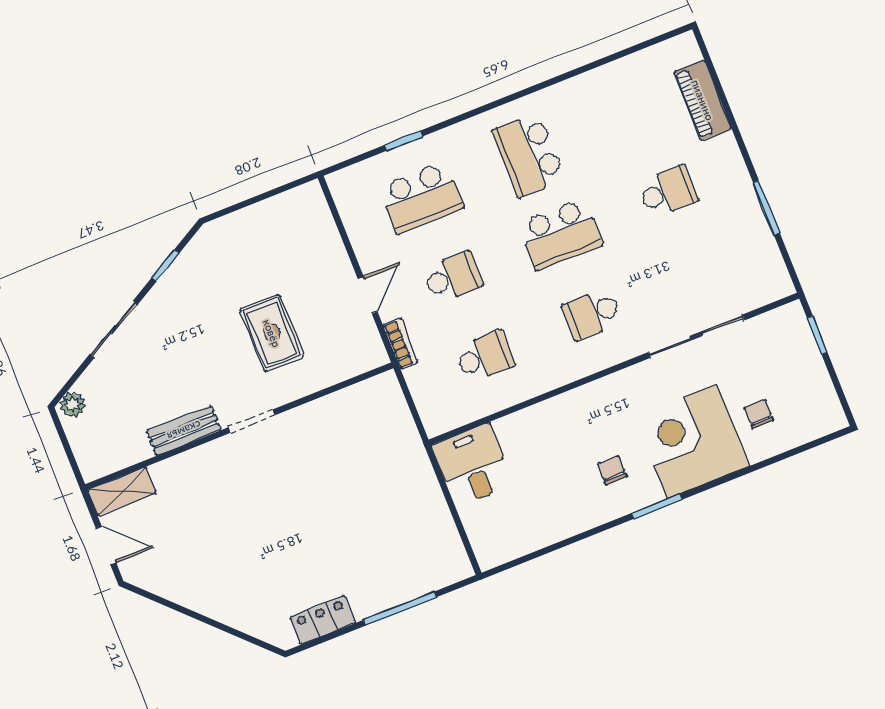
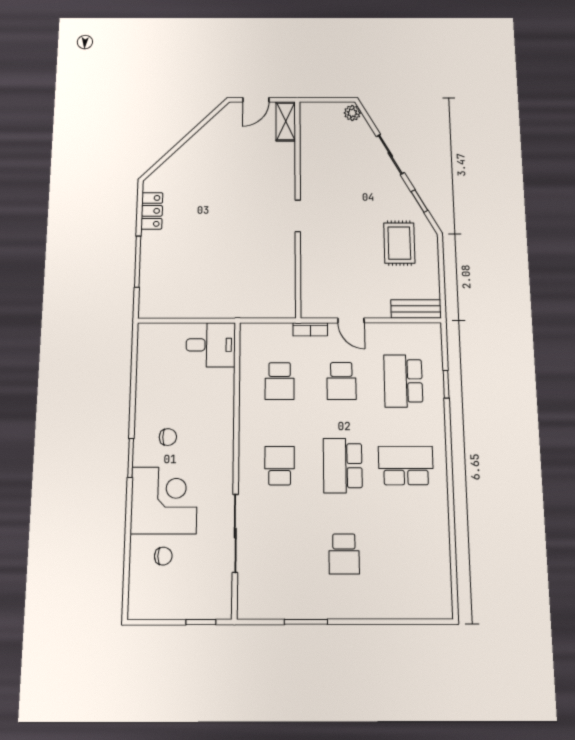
piano: (703, 100) -> (400, 606), removed
rug: (272, 333) -> (399, 243), moved, turned 90
bench: (184, 431) -> (416, 309), moved, turned 90

